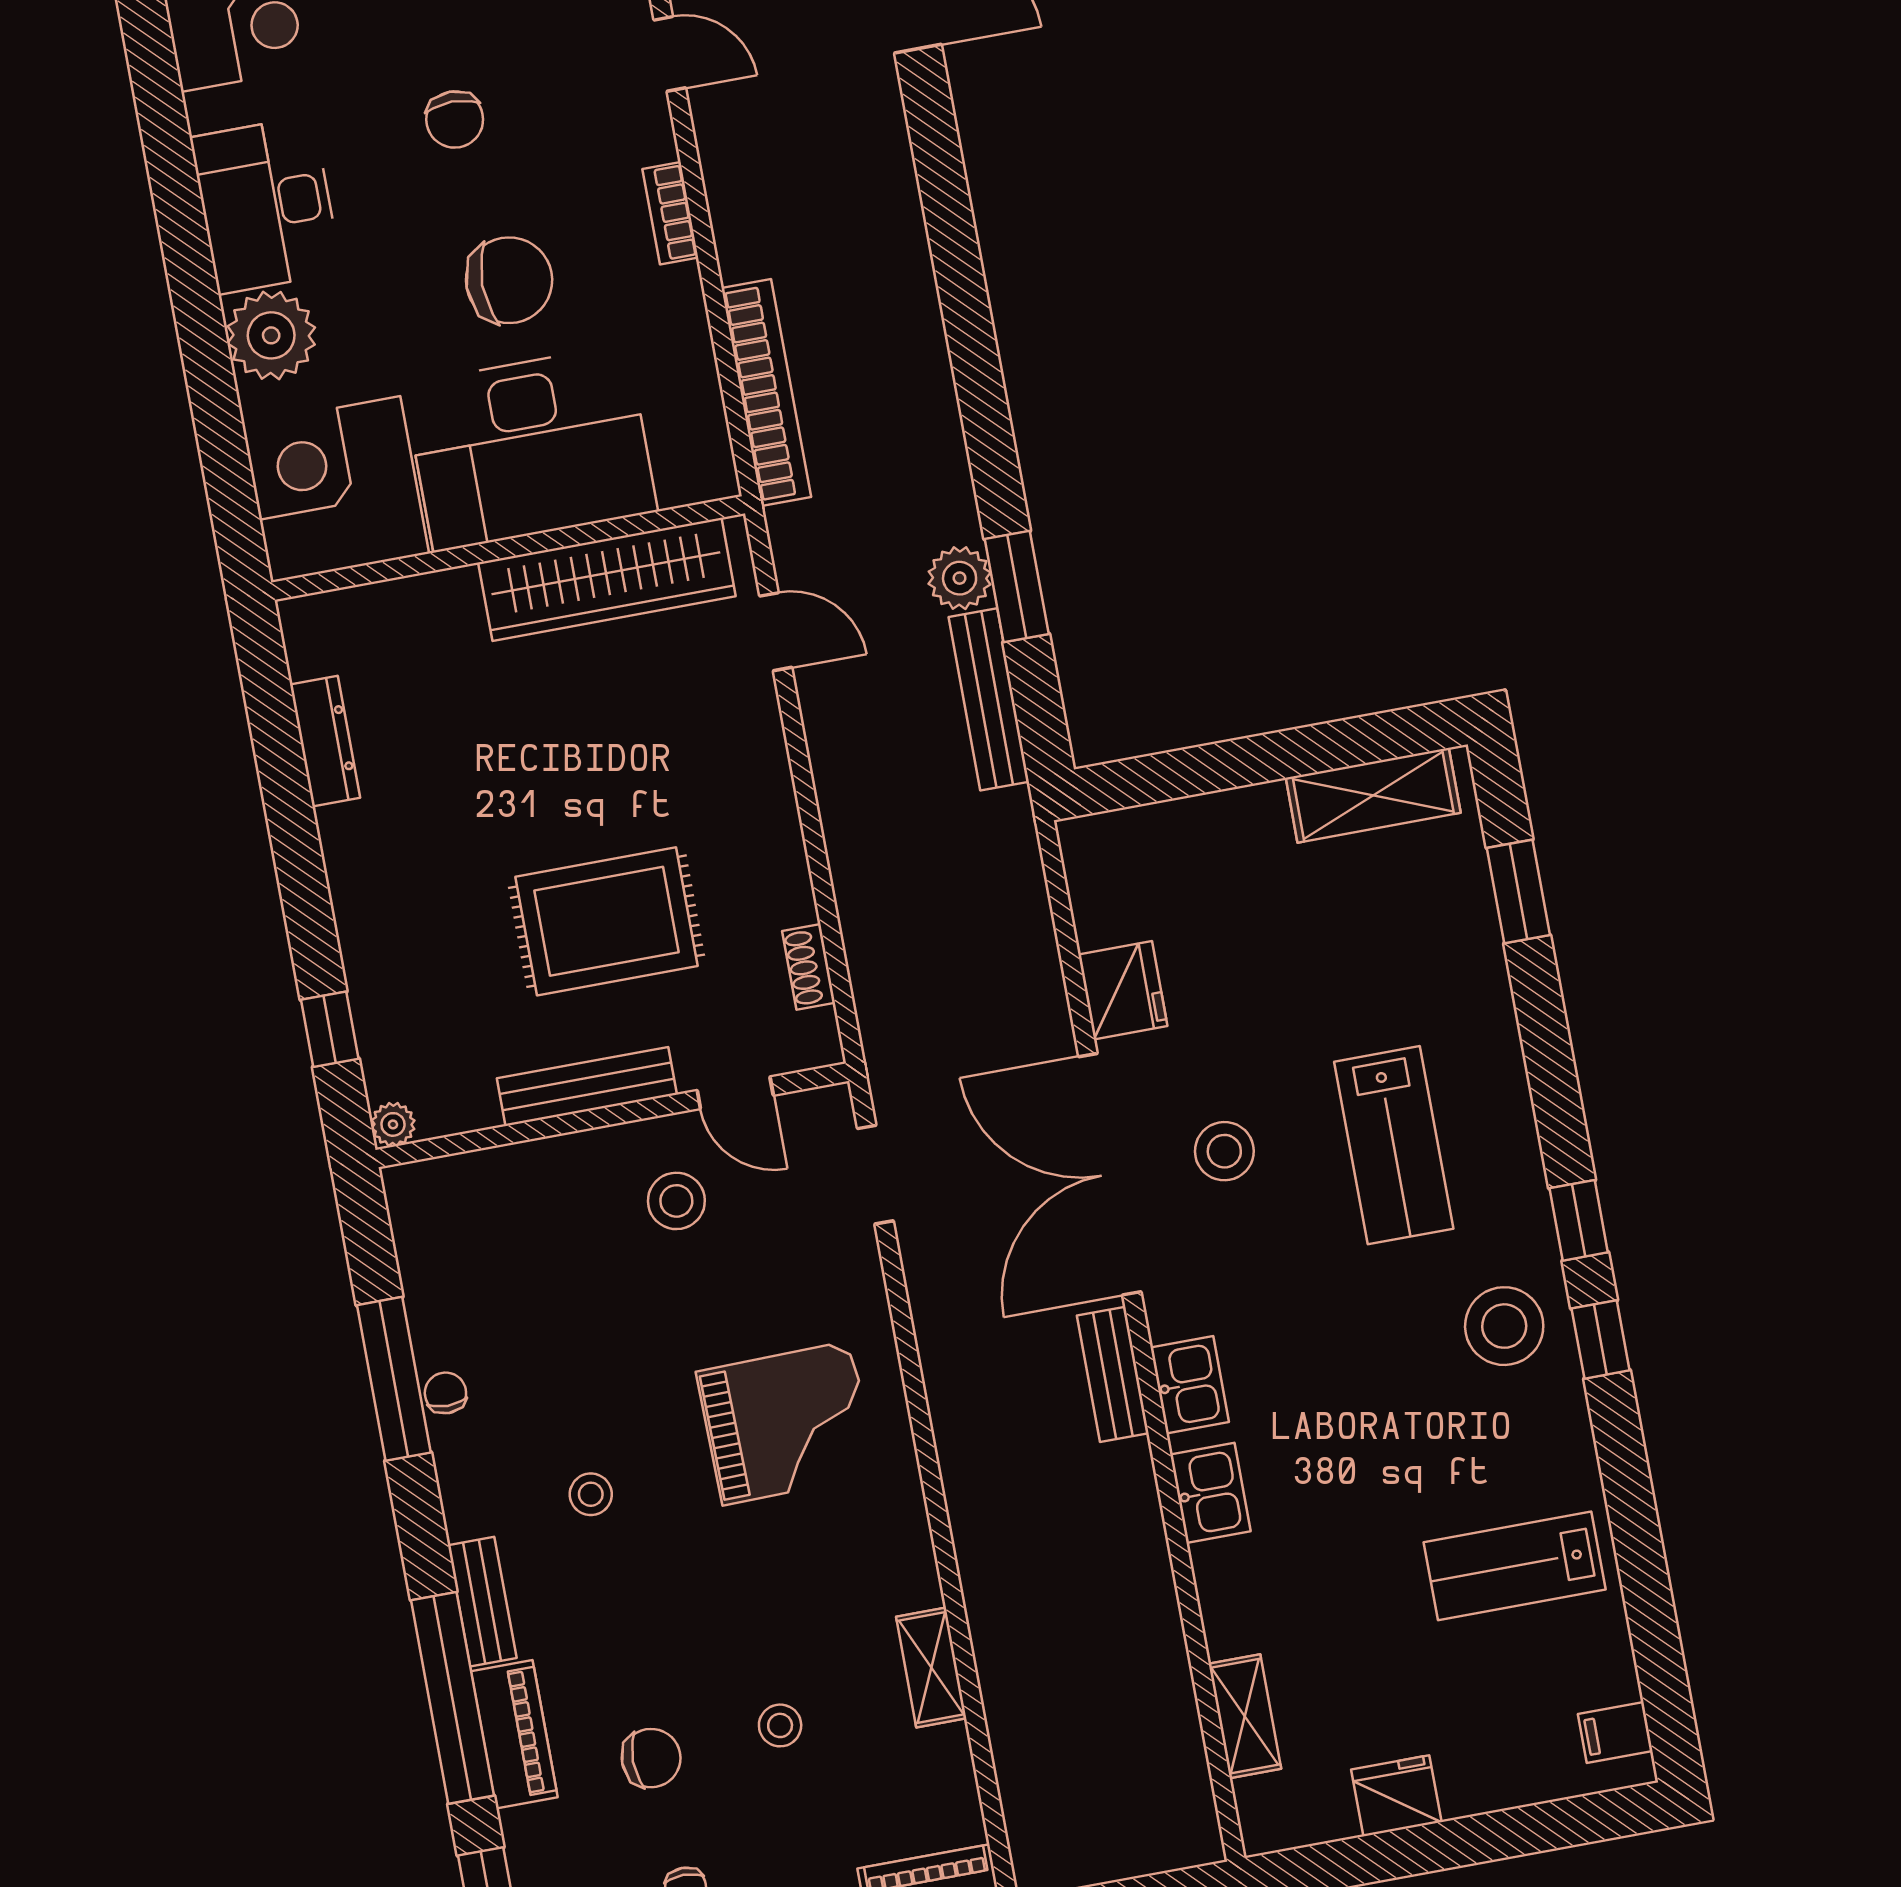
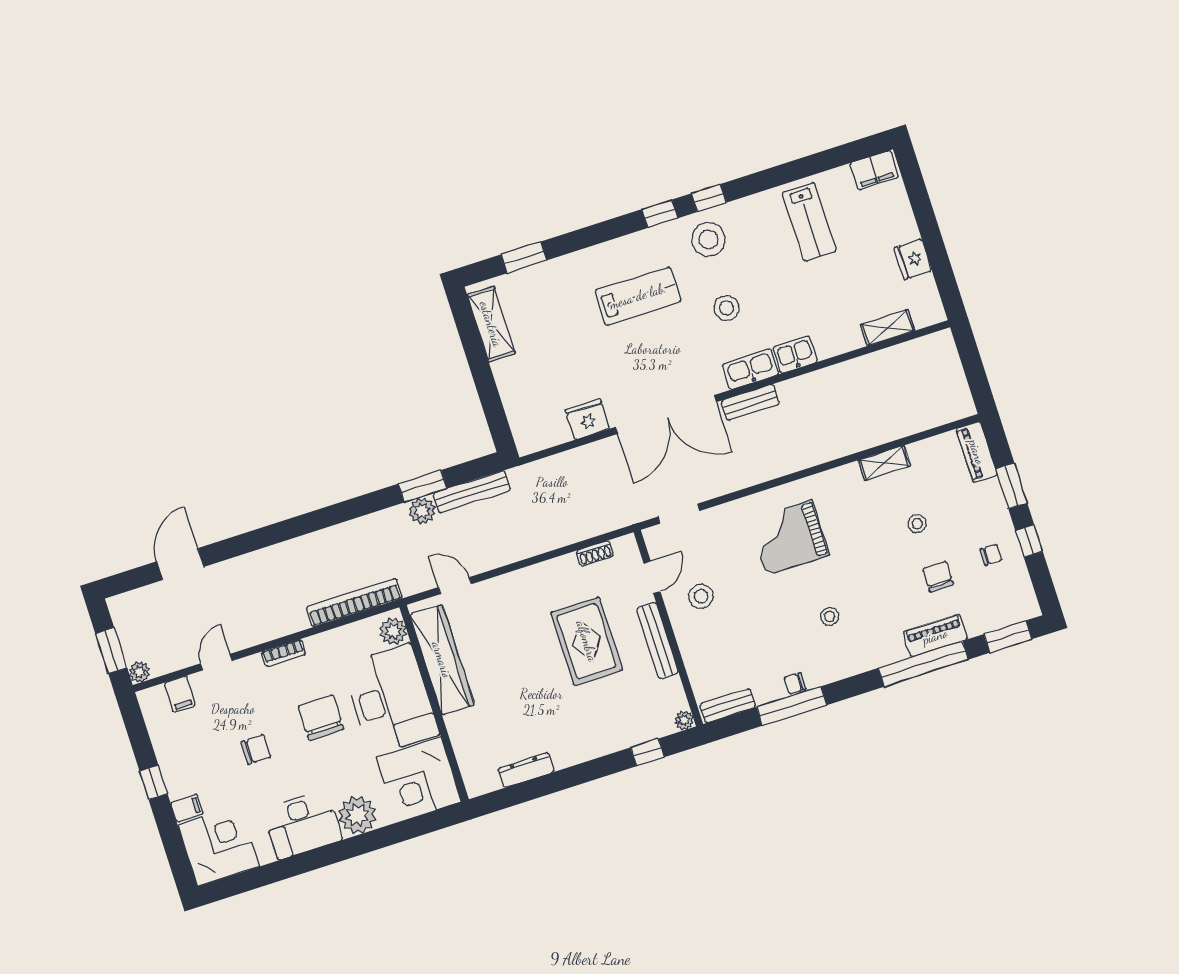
plant: (688, 474) -> (393, 631), added
door: (776, 632) -> (455, 586), hinge flipped
stool: (1224, 1151) -> (726, 308), moved
kitchen sink: (1190, 1385) -> (751, 369), width x1.38
grand piano: (787, 1423) -> (789, 538), turned -89
bench: (482, 1602) -> (728, 706), moved
filing cabinet: (1615, 1733) -> (874, 170), width x2.00

